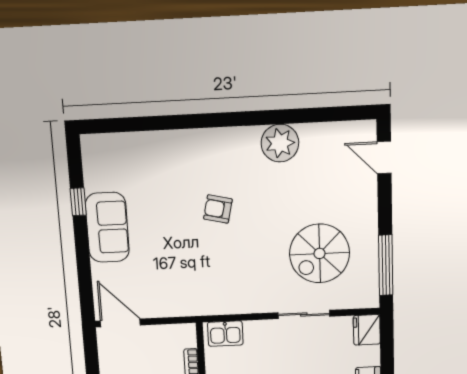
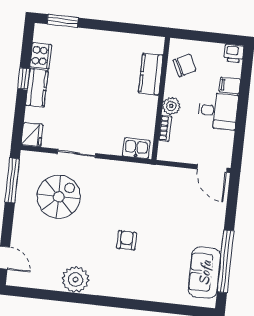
window: (78, 202) -> (225, 261), width x3.17
armchair: (218, 209) -> (127, 240), turned -103
sofa: (107, 227) -> (205, 273), moved

